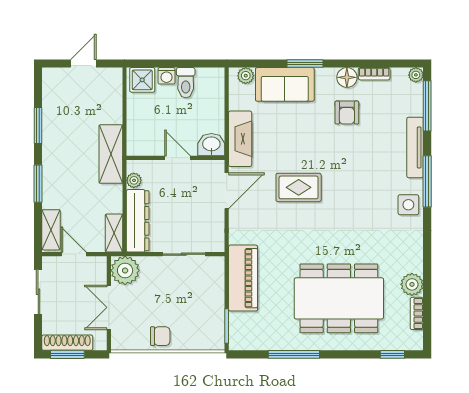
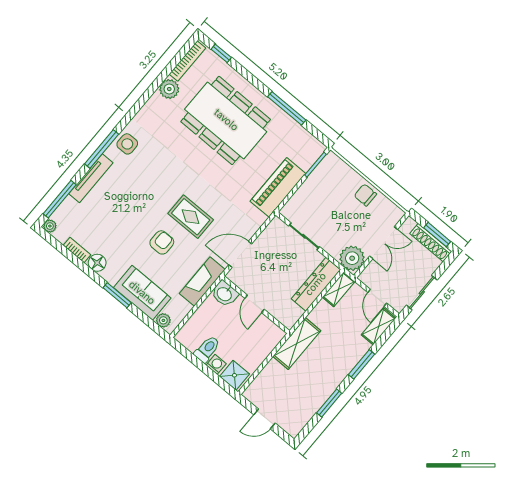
armchair: (347, 113) -> (162, 242), moved
plant: (134, 180) -> (296, 313), removed
bookcase: (417, 313) -> (187, 61), width x1.56

